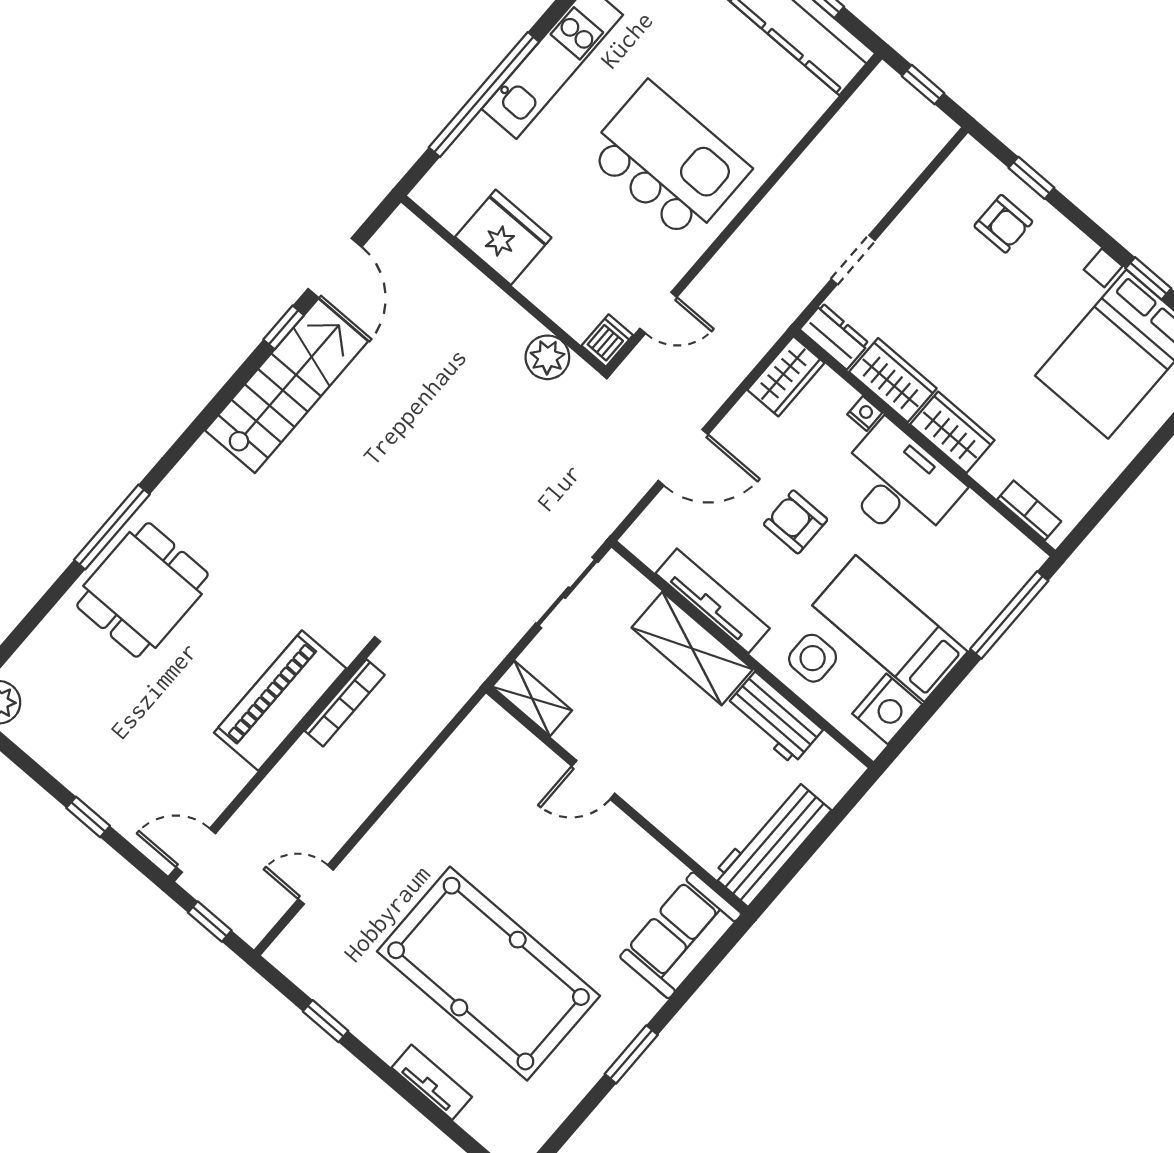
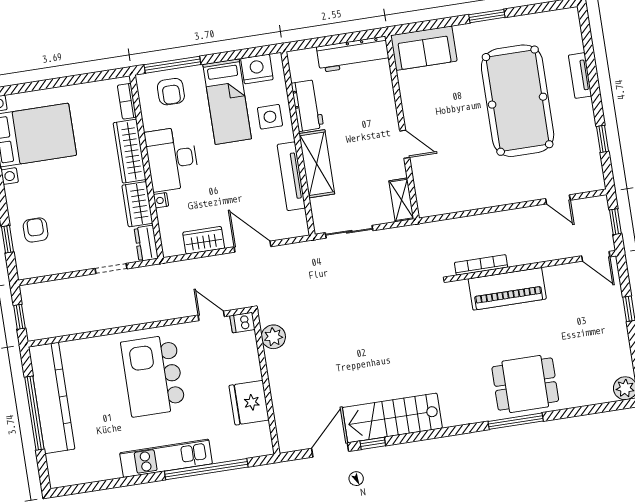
wardrobe: (786, 376) -> (204, 240), moved
wardrobe: (952, 432) -> (130, 151), width x1.50
armchair: (796, 522) -> (171, 92), moved

